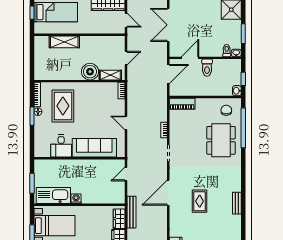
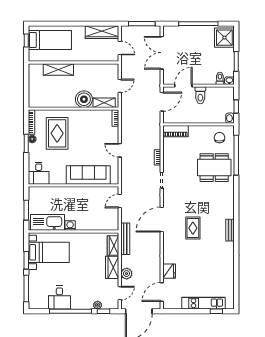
dining table: (221, 140) -> (214, 168), turned 90
desk: (61, 146) -> (39, 173), moved

